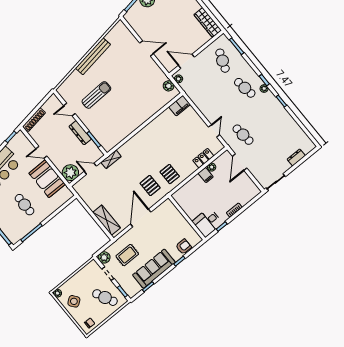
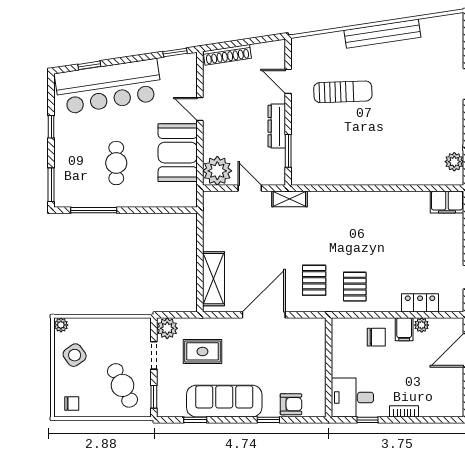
chair: (196, 188) -> (376, 337), added

